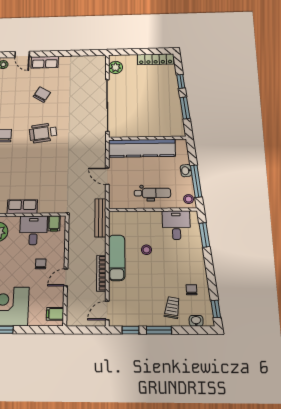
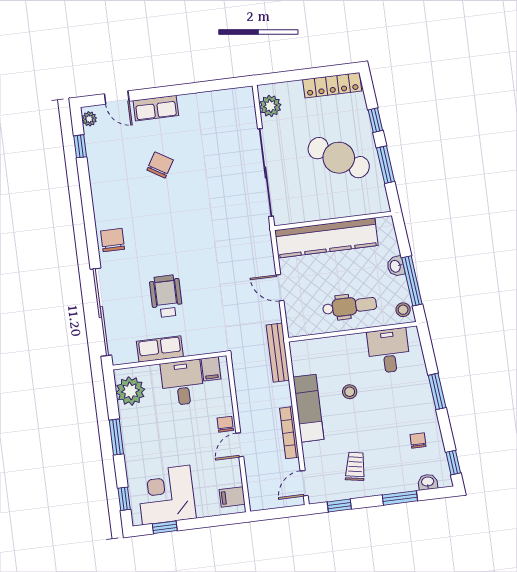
cafe table: (155, 101) -> (339, 158), added
wheelchair: (43, 133) -> (166, 296), moved, turned 98
window: (204, 235) -> (437, 391), moved
chair: (41, 264) -> (225, 424), moved
trolley: (172, 308) -> (355, 466), moved
window: (159, 330) -> (400, 498), moved

